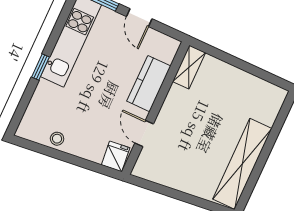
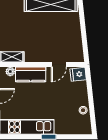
plant: (168, 54) -> (10, 72), added

